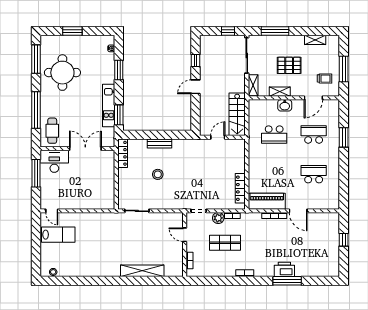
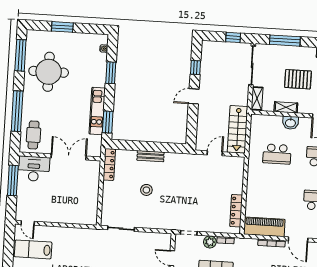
lab bench: (58, 235) -> (33, 249), turned 180

